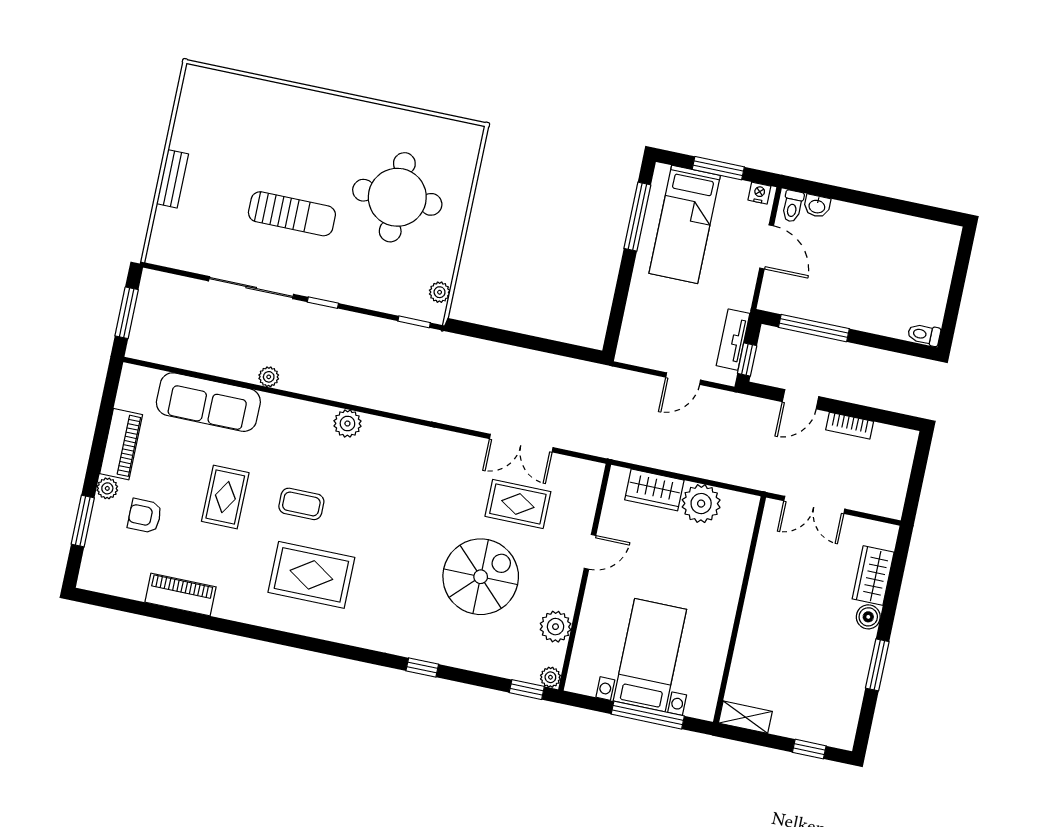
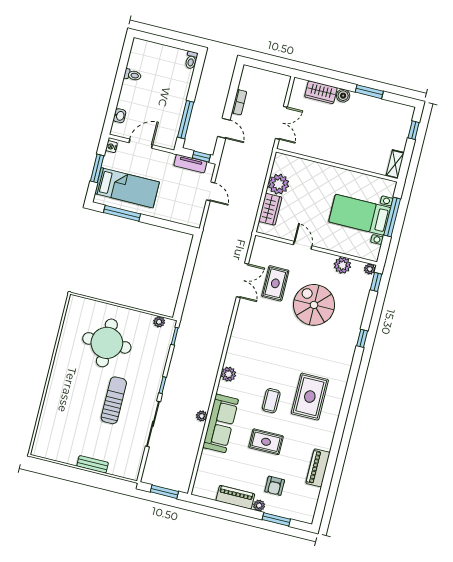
toilet: (793, 206) -> (133, 75), moved
sofa: (208, 402) -> (221, 423), moved

